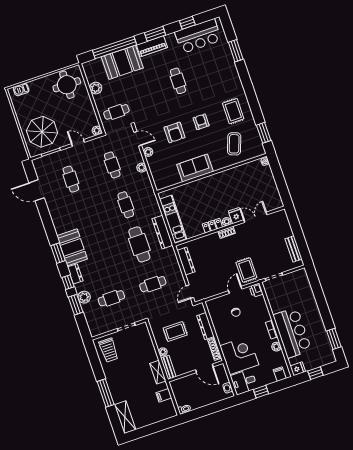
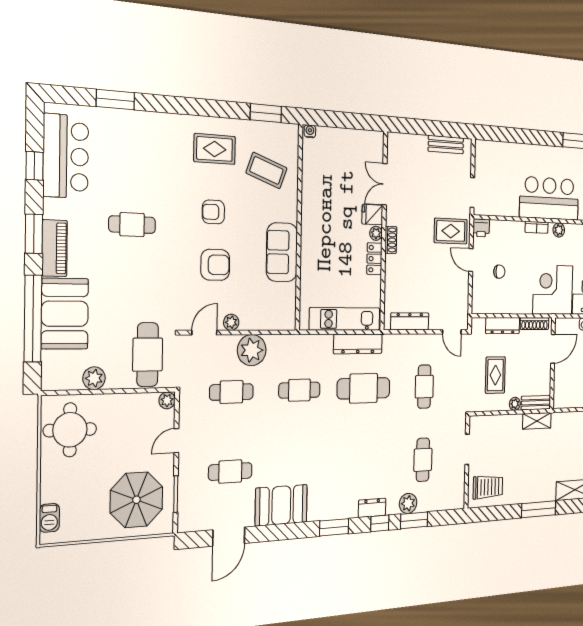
cafe table: (116, 112) -> (148, 355), width x1.37, depth x1.35
plant: (142, 168) -> (252, 350), width x1.88, depth x1.88
booth: (72, 247) -> (281, 505), moved
filing cabinet: (164, 395) -> (567, 422), removed

